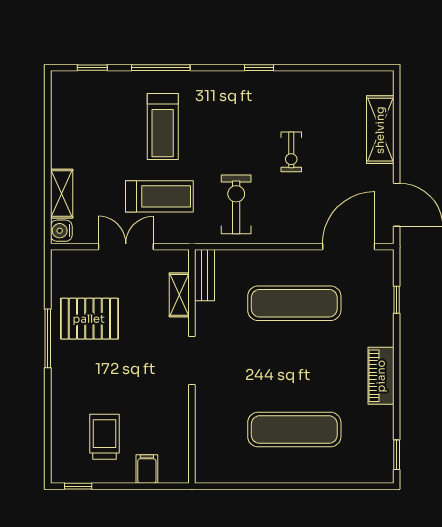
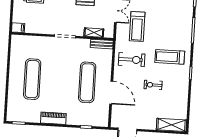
treadmill: (163, 127) -> (170, 57), moved
shelving: (380, 130) -> (171, 125), moved
door: (349, 247) -> (111, 93), moved
filing cabinet: (147, 469) -> (18, 28), moved

